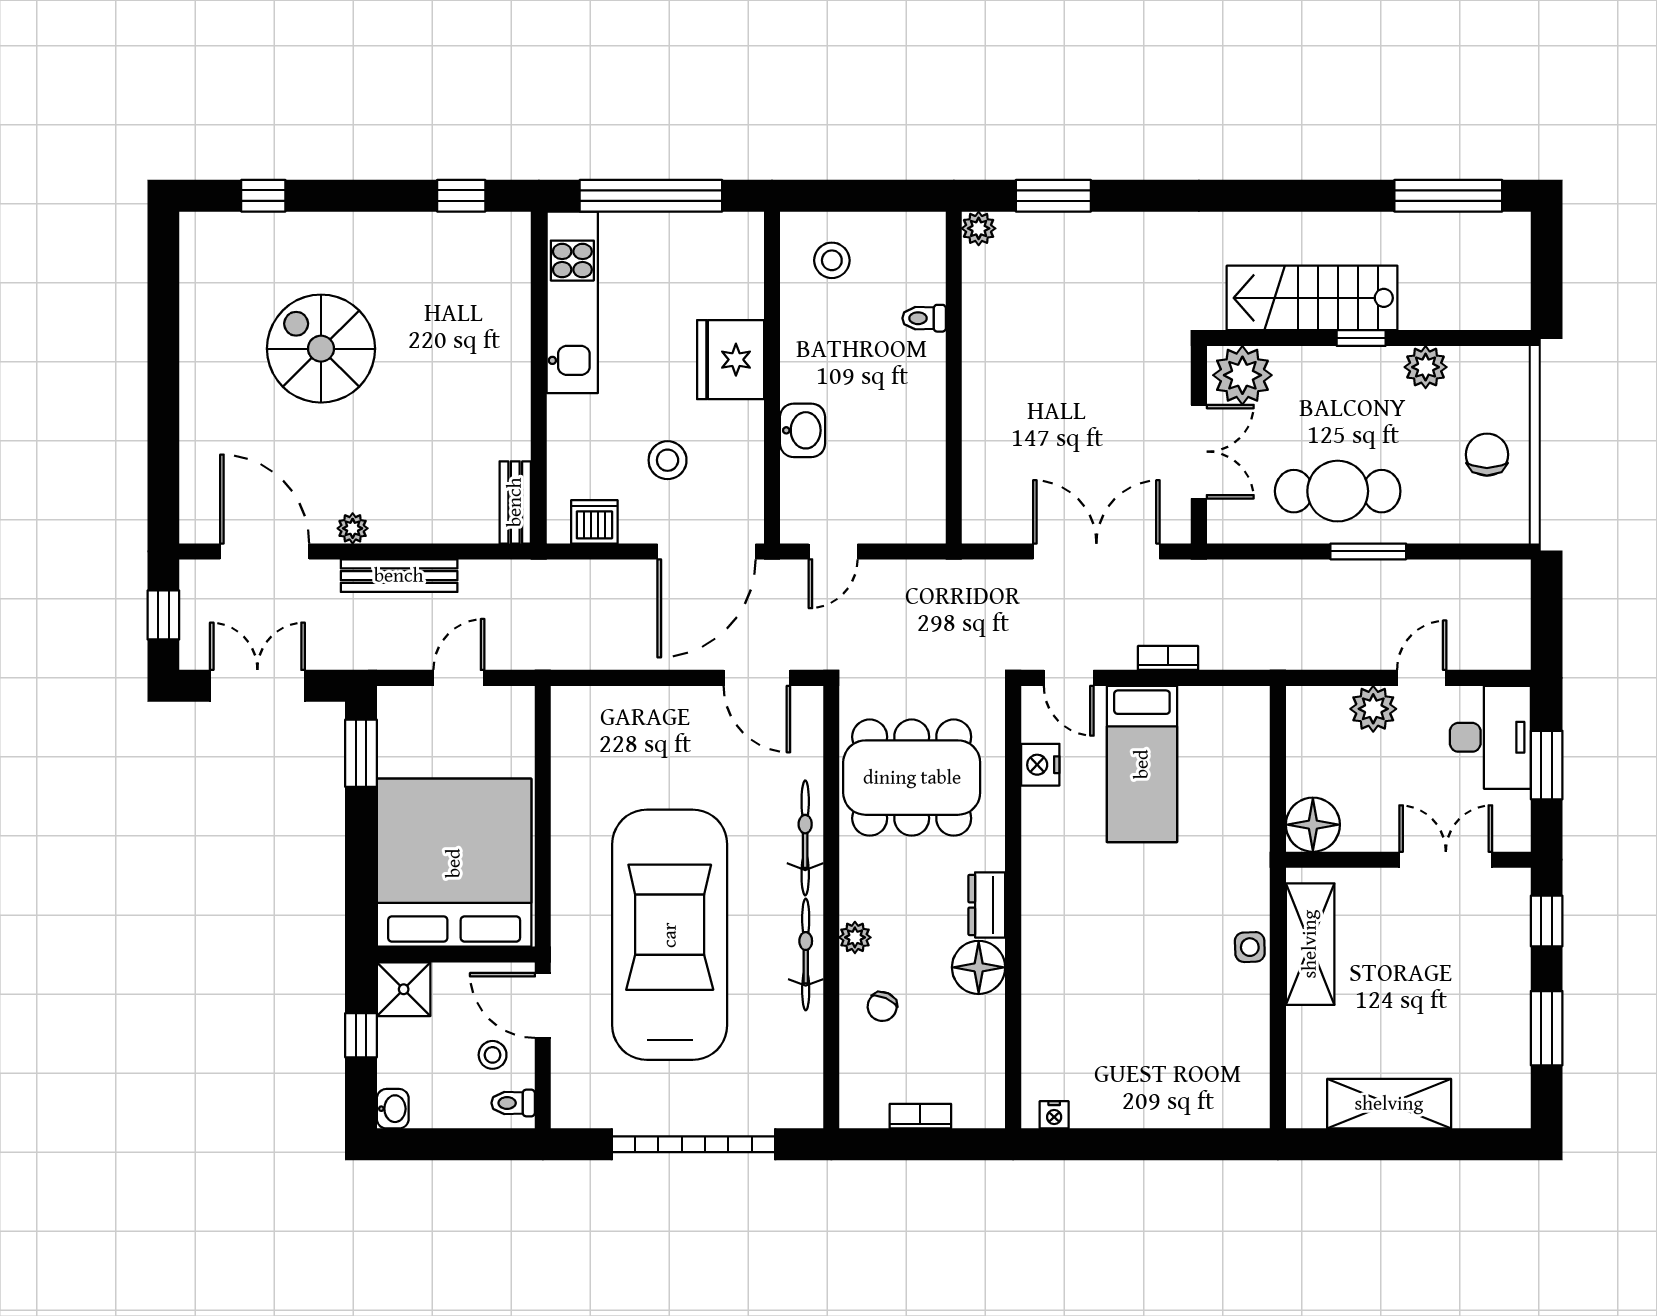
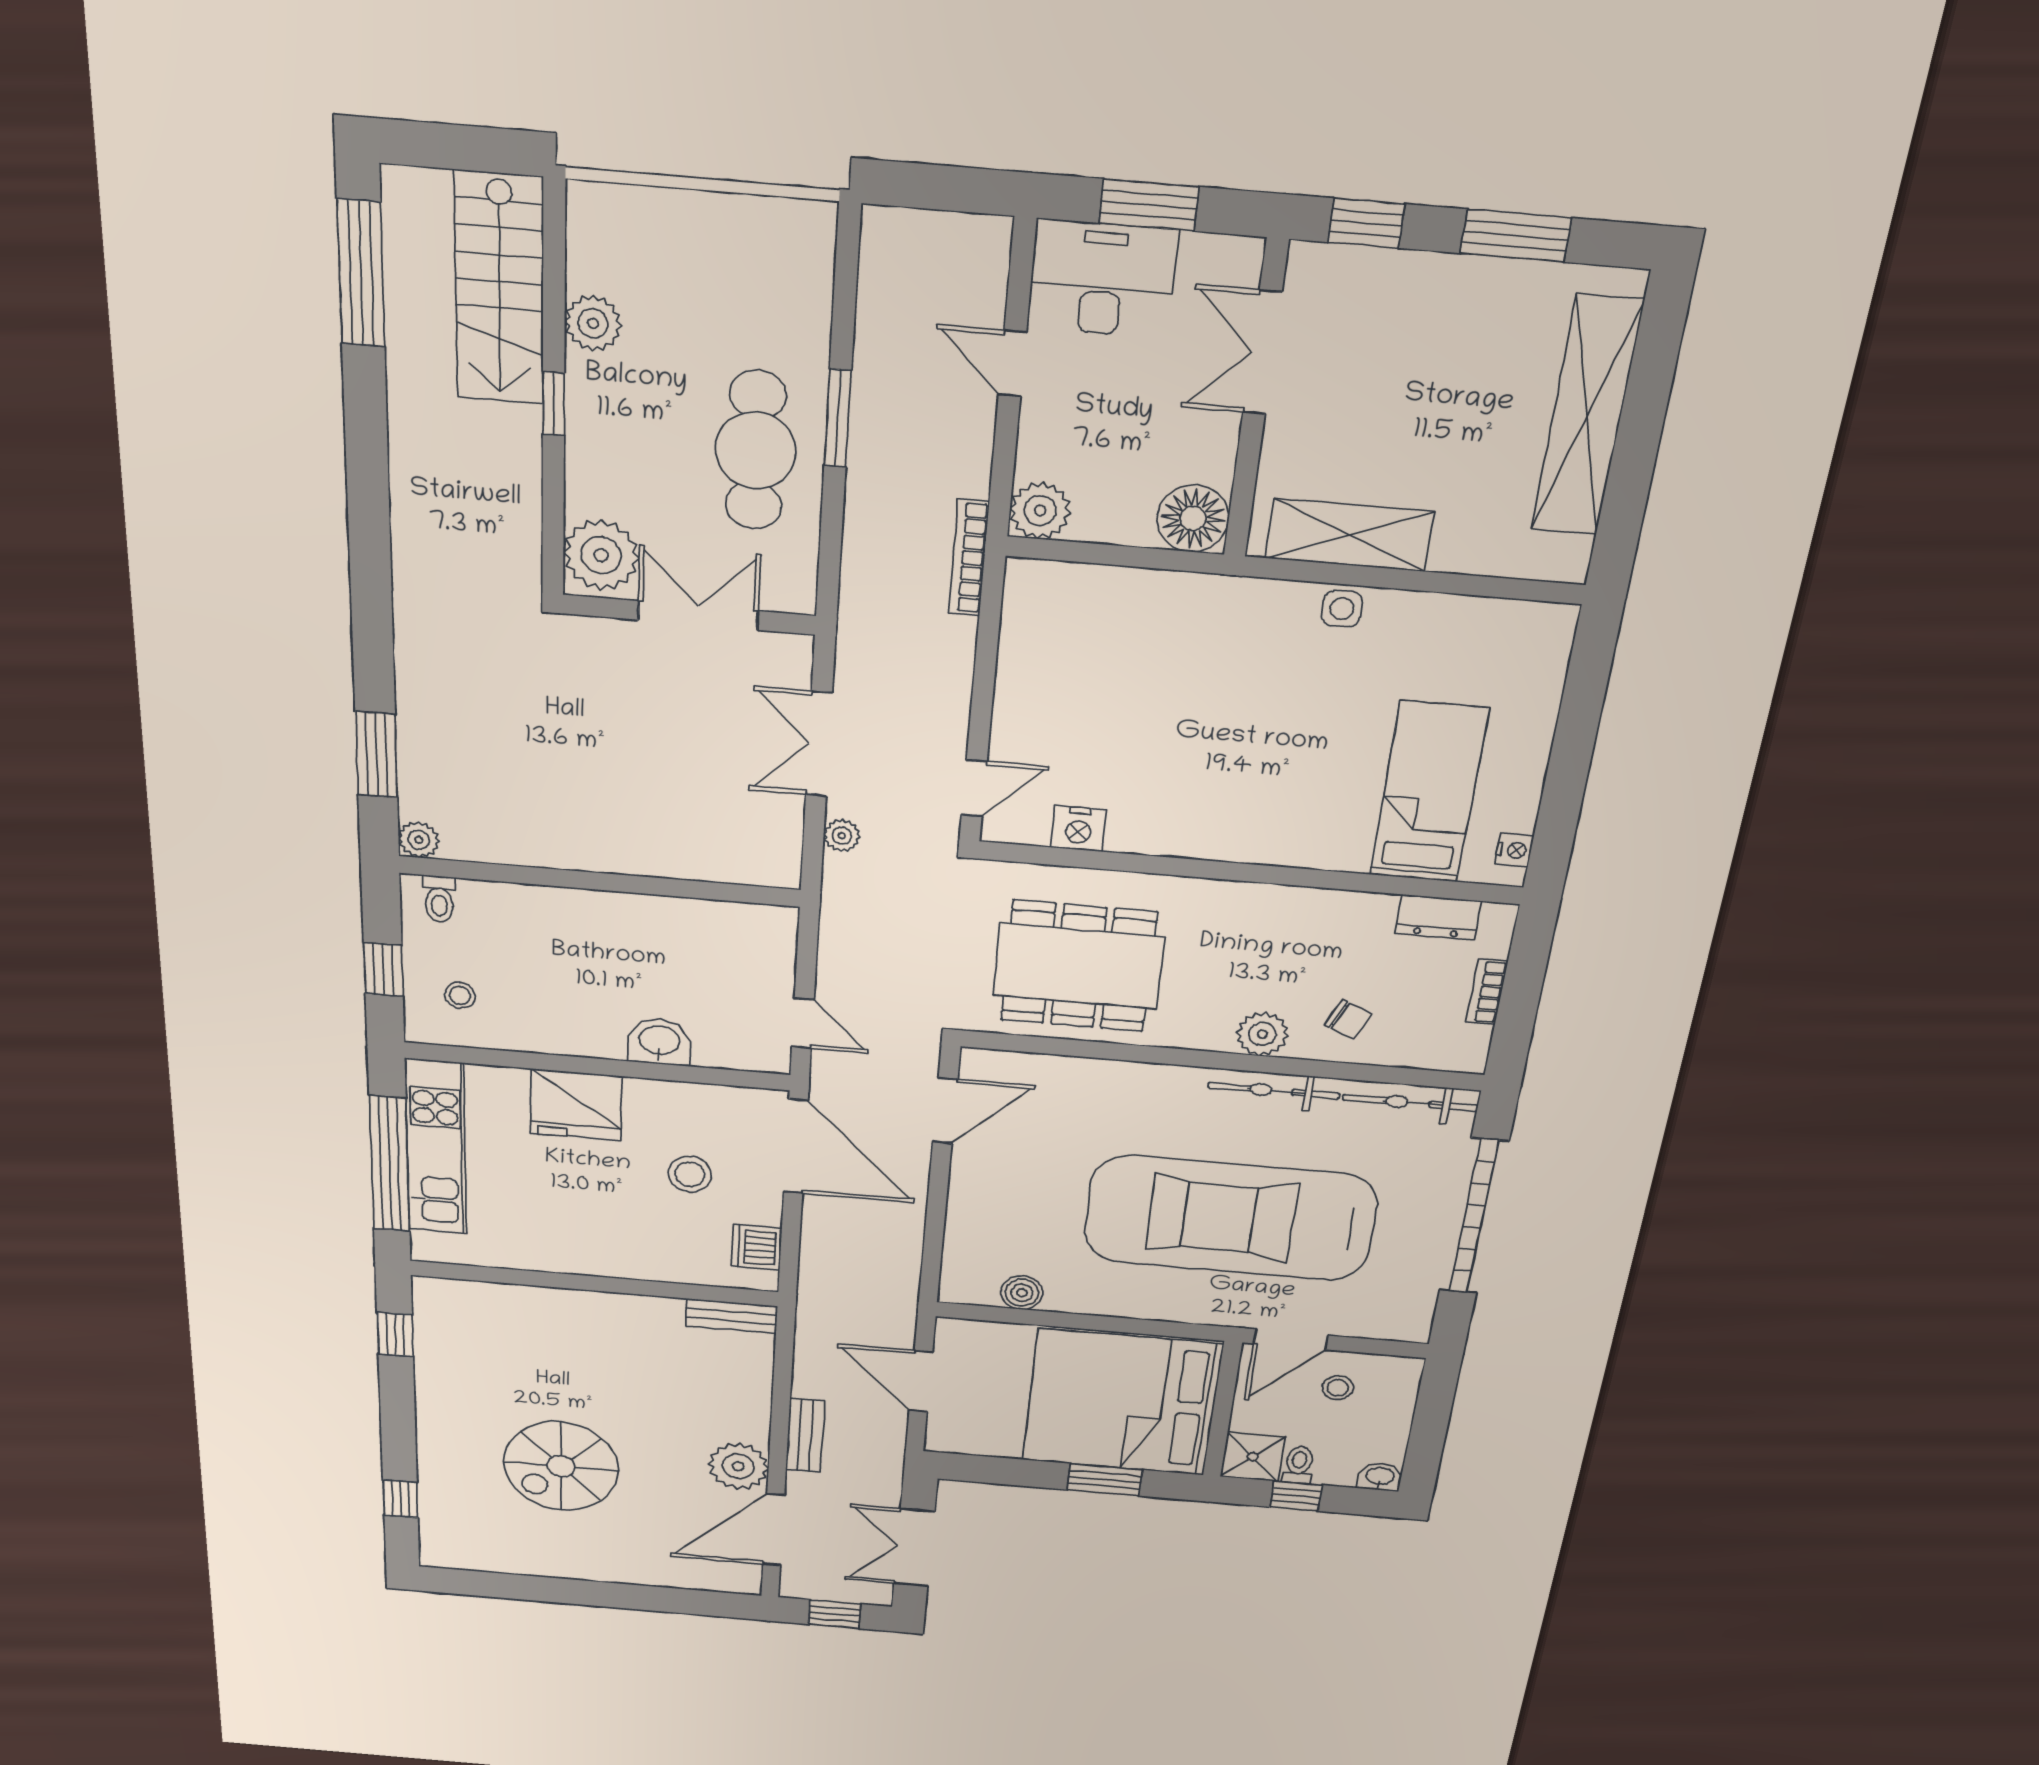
window: (851, 196) -> (383, 969), added
stool: (832, 260) -> (460, 995), width x0.73, depth x0.73
stairs: (1312, 298) -> (500, 289), moved
kitchen unit: (572, 302) -> (436, 1147), moved, turned 90
toilet: (924, 318) -> (439, 899), moved
chair: (1487, 455) -> (714, 251), removed
plant: (353, 528) -> (738, 1466), width x1.88, depth x1.88
double door: (1096, 551) -> (819, 744), width x0.73
plant: (1016, 574) -> (842, 836), added
bench: (399, 576) -> (805, 1435), width x0.73
bookcase: (1168, 658) -> (969, 558), moved, width x1.56
door: (459, 678) -> (921, 1381), width x1.38
plant: (1373, 709) -> (1040, 511), moved
window: (361, 753) -> (1105, 1480), moved
boiler: (569, 761) -> (1022, 1293), added
bed: (1142, 764) -> (1429, 793), moved, turned -90
dining table: (912, 778) -> (1079, 966), turned 90
bicycle: (805, 838) -> (1410, 1103), moved
dresser: (987, 905) -> (1438, 917), moved
plant: (855, 937) -> (1262, 1034), width x1.38, depth x1.38
floor lamp: (979, 967) -> (1318, 916), removed
toilet: (513, 1103) -> (1299, 1465), moved, turned 180
shelving: (1389, 1104) -> (1587, 416), width x1.47

